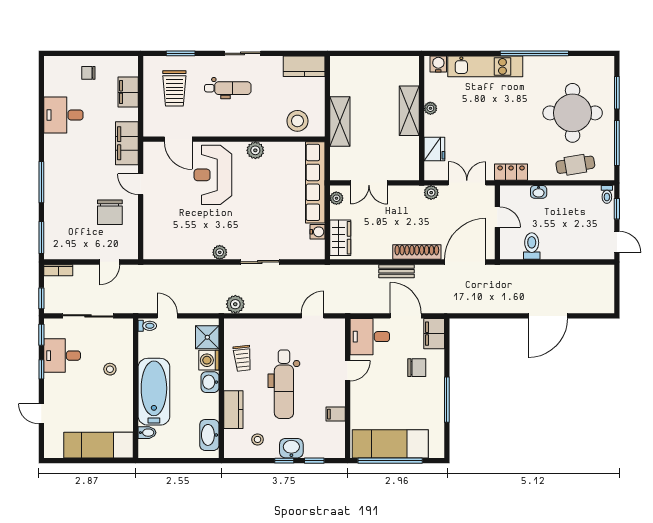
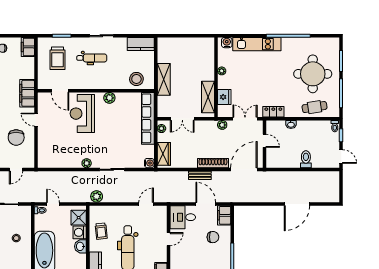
filing cabinet: (128, 92) -> (28, 47), moved
shelving: (409, 111) -> (208, 97), moved
water cooler: (317, 232) -> (149, 163), moved
toilet: (532, 246) -> (306, 159), moved

